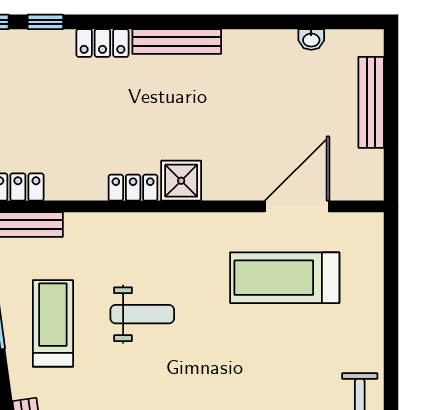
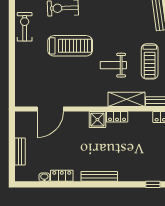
locker: (102, 43) -> (62, 176), moved
bench: (371, 102) -> (20, 152), width x0.73
shelving: (110, 230) -> (126, 99), added
treadmill: (285, 278) -> (70, 46), moved

